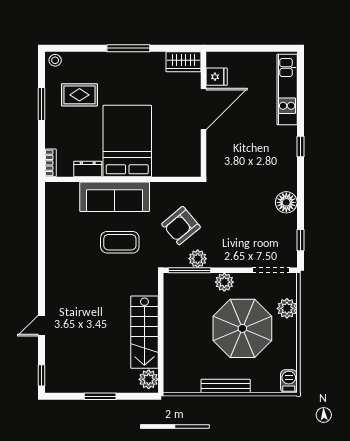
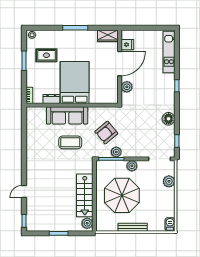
plant: (216, 148) -> (127, 87), added
parasol: (242, 328) -> (122, 195), moved

